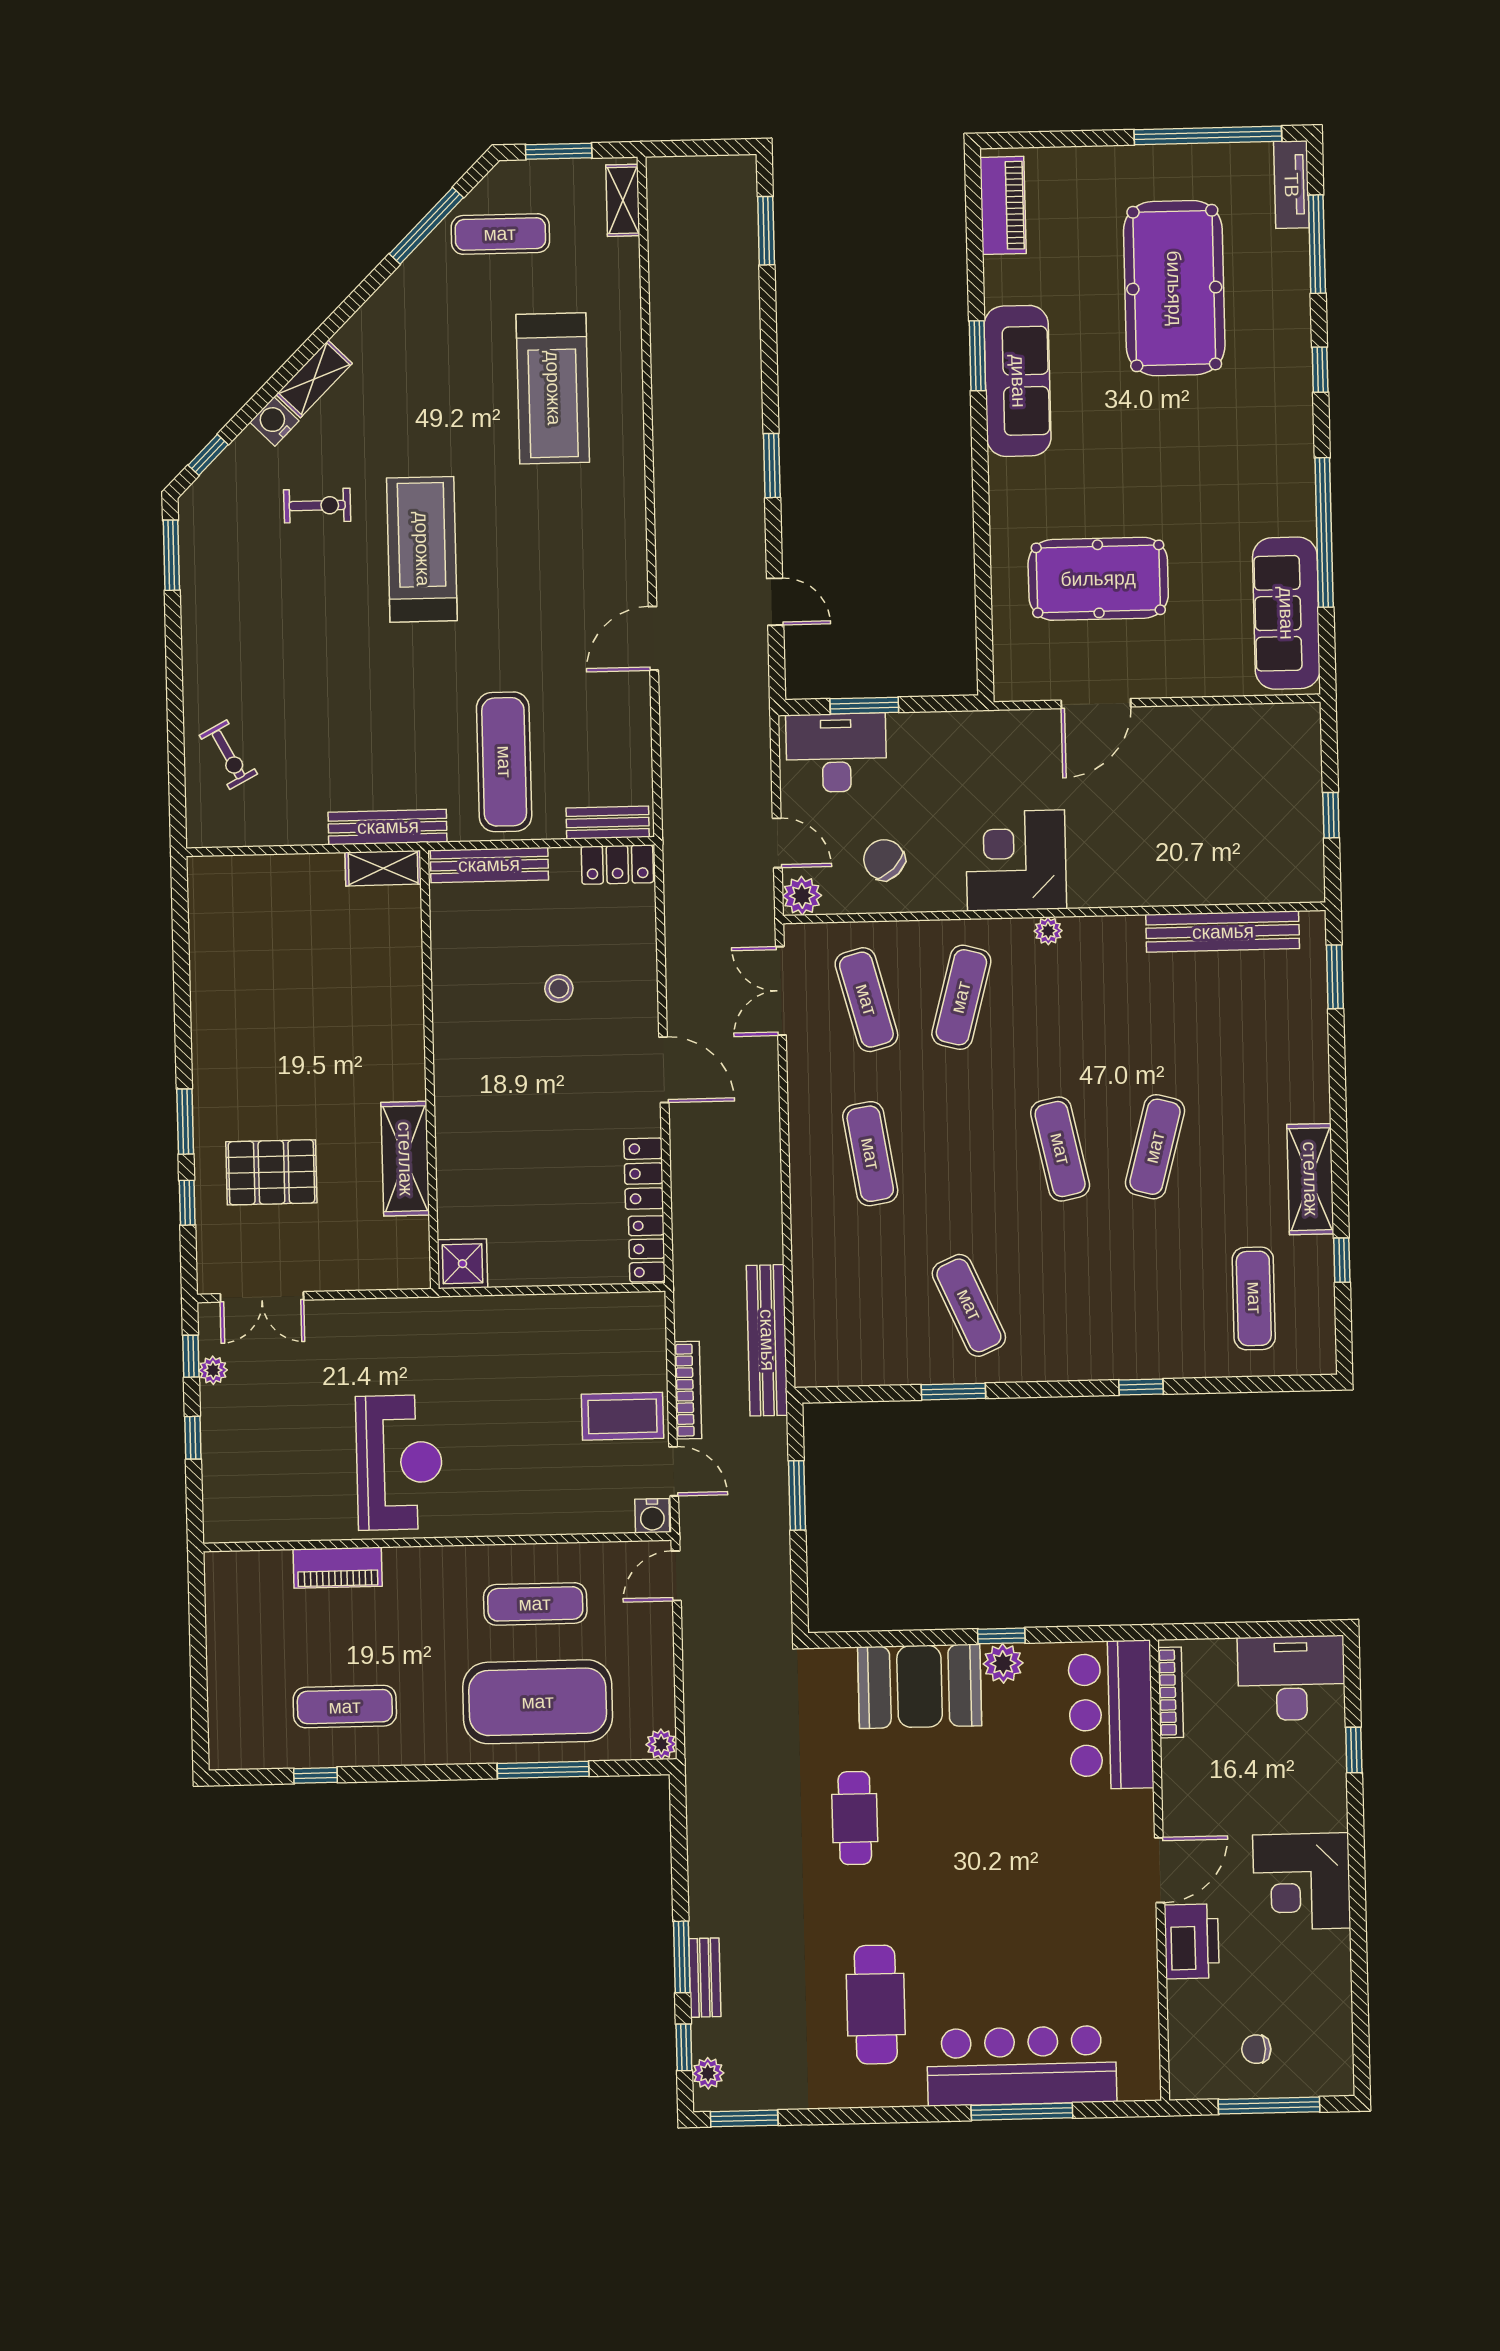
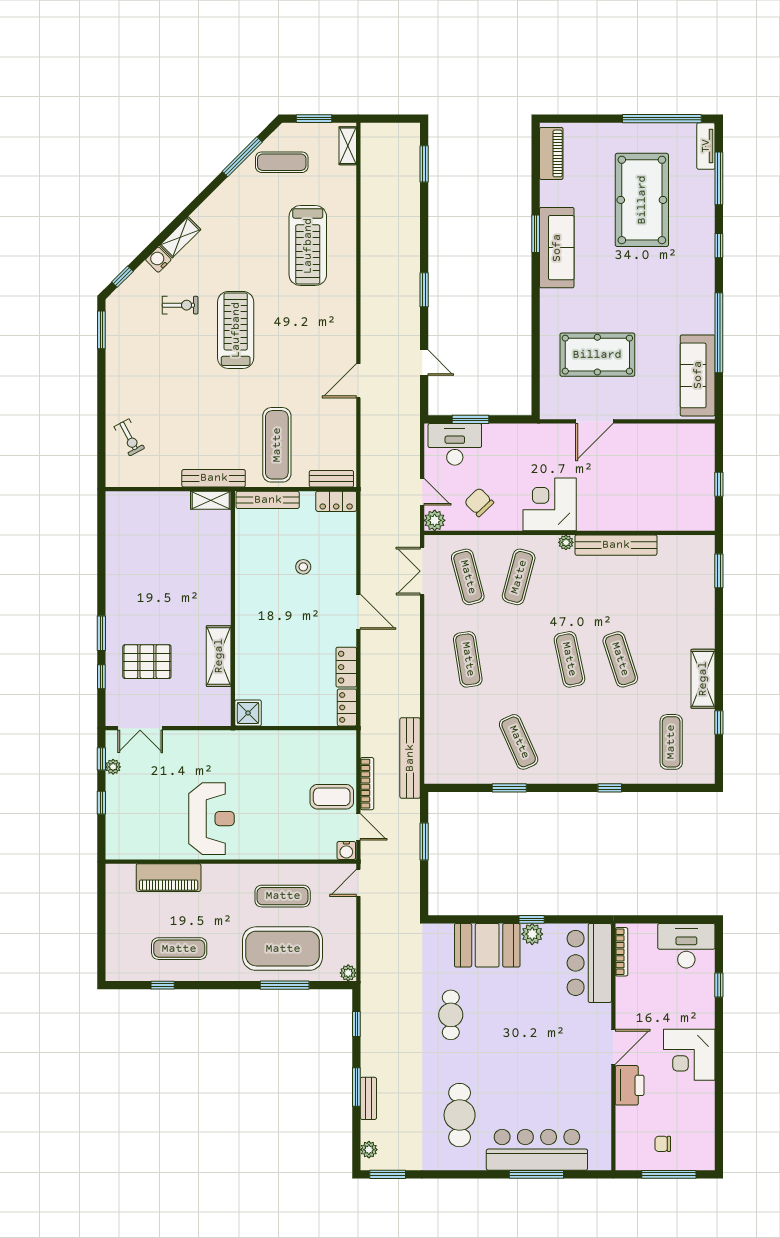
bench: (1223, 932) -> (616, 545), moved
exercise mat: (1155, 1147) -> (620, 659), turned -33
piano: (338, 1568) -> (169, 878), width x1.37, depth x1.33
window: (684, 2047) -> (356, 1024), moved

